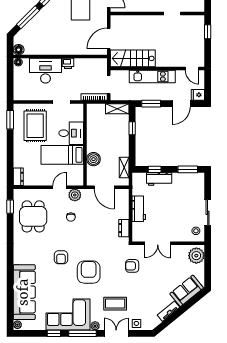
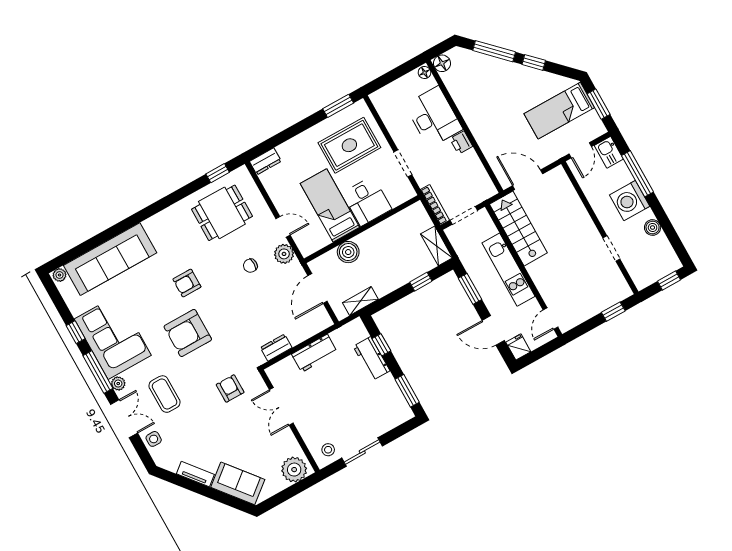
armchair: (89, 272) -> (188, 333), turned 180

